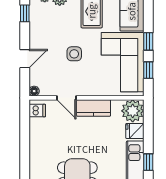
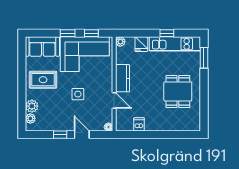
window: (25, 13) -> (60, 135), moved
door: (66, 98) -> (114, 100), hinge flipped
dishwasher: (37, 111) -> (139, 124), moved
plant: (133, 111) -> (120, 42), width x0.53, depth x0.53

